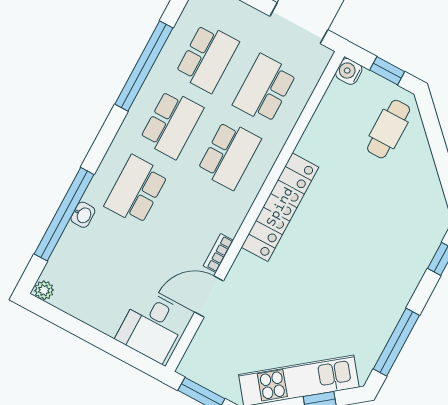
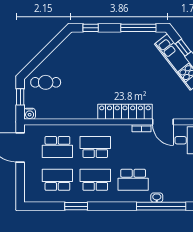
window: (144, 66) -> (76, 206), width x0.47
locker: (280, 207) -> (125, 112), moved

